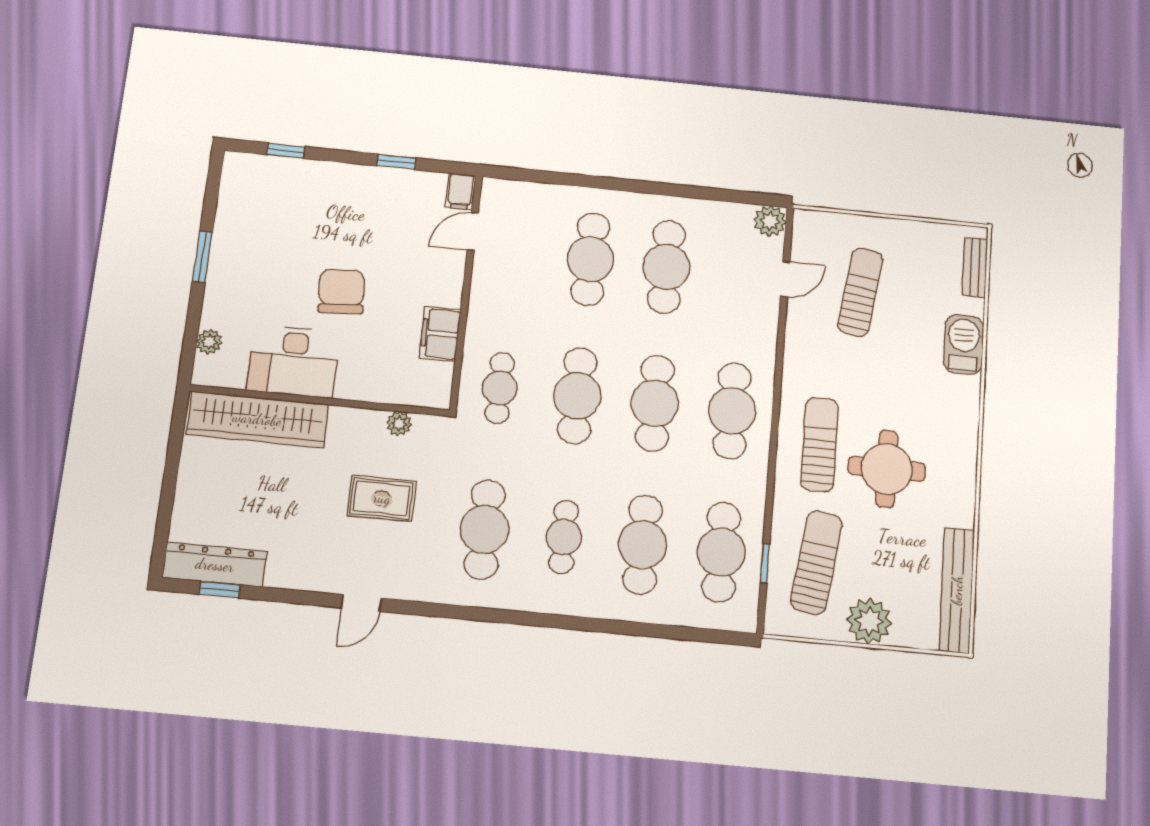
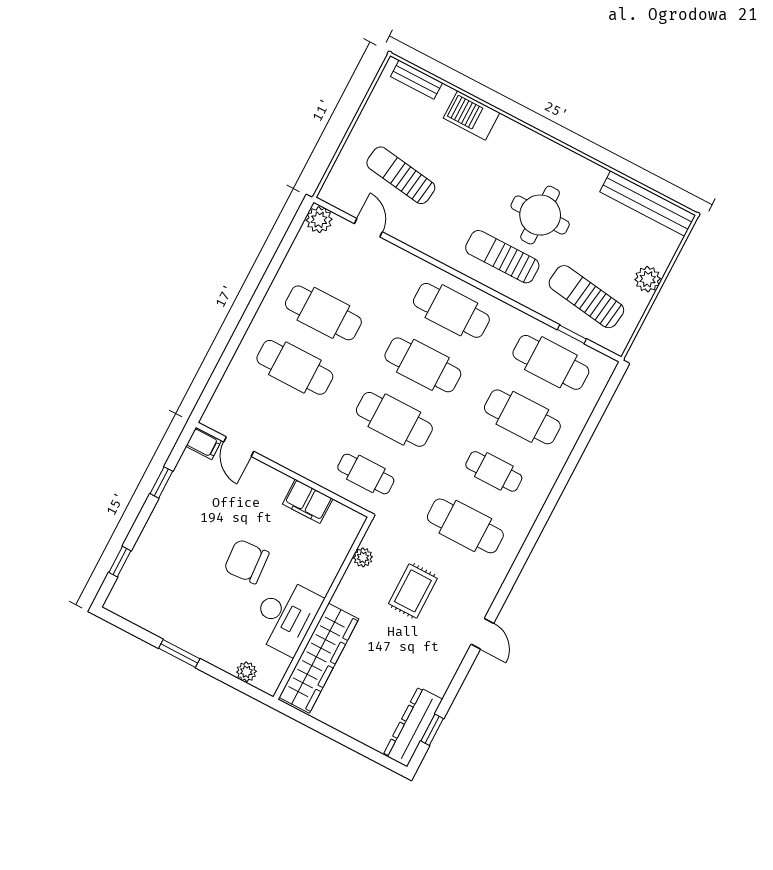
plant: (869, 621) -> (648, 279), width x0.73, depth x0.73

